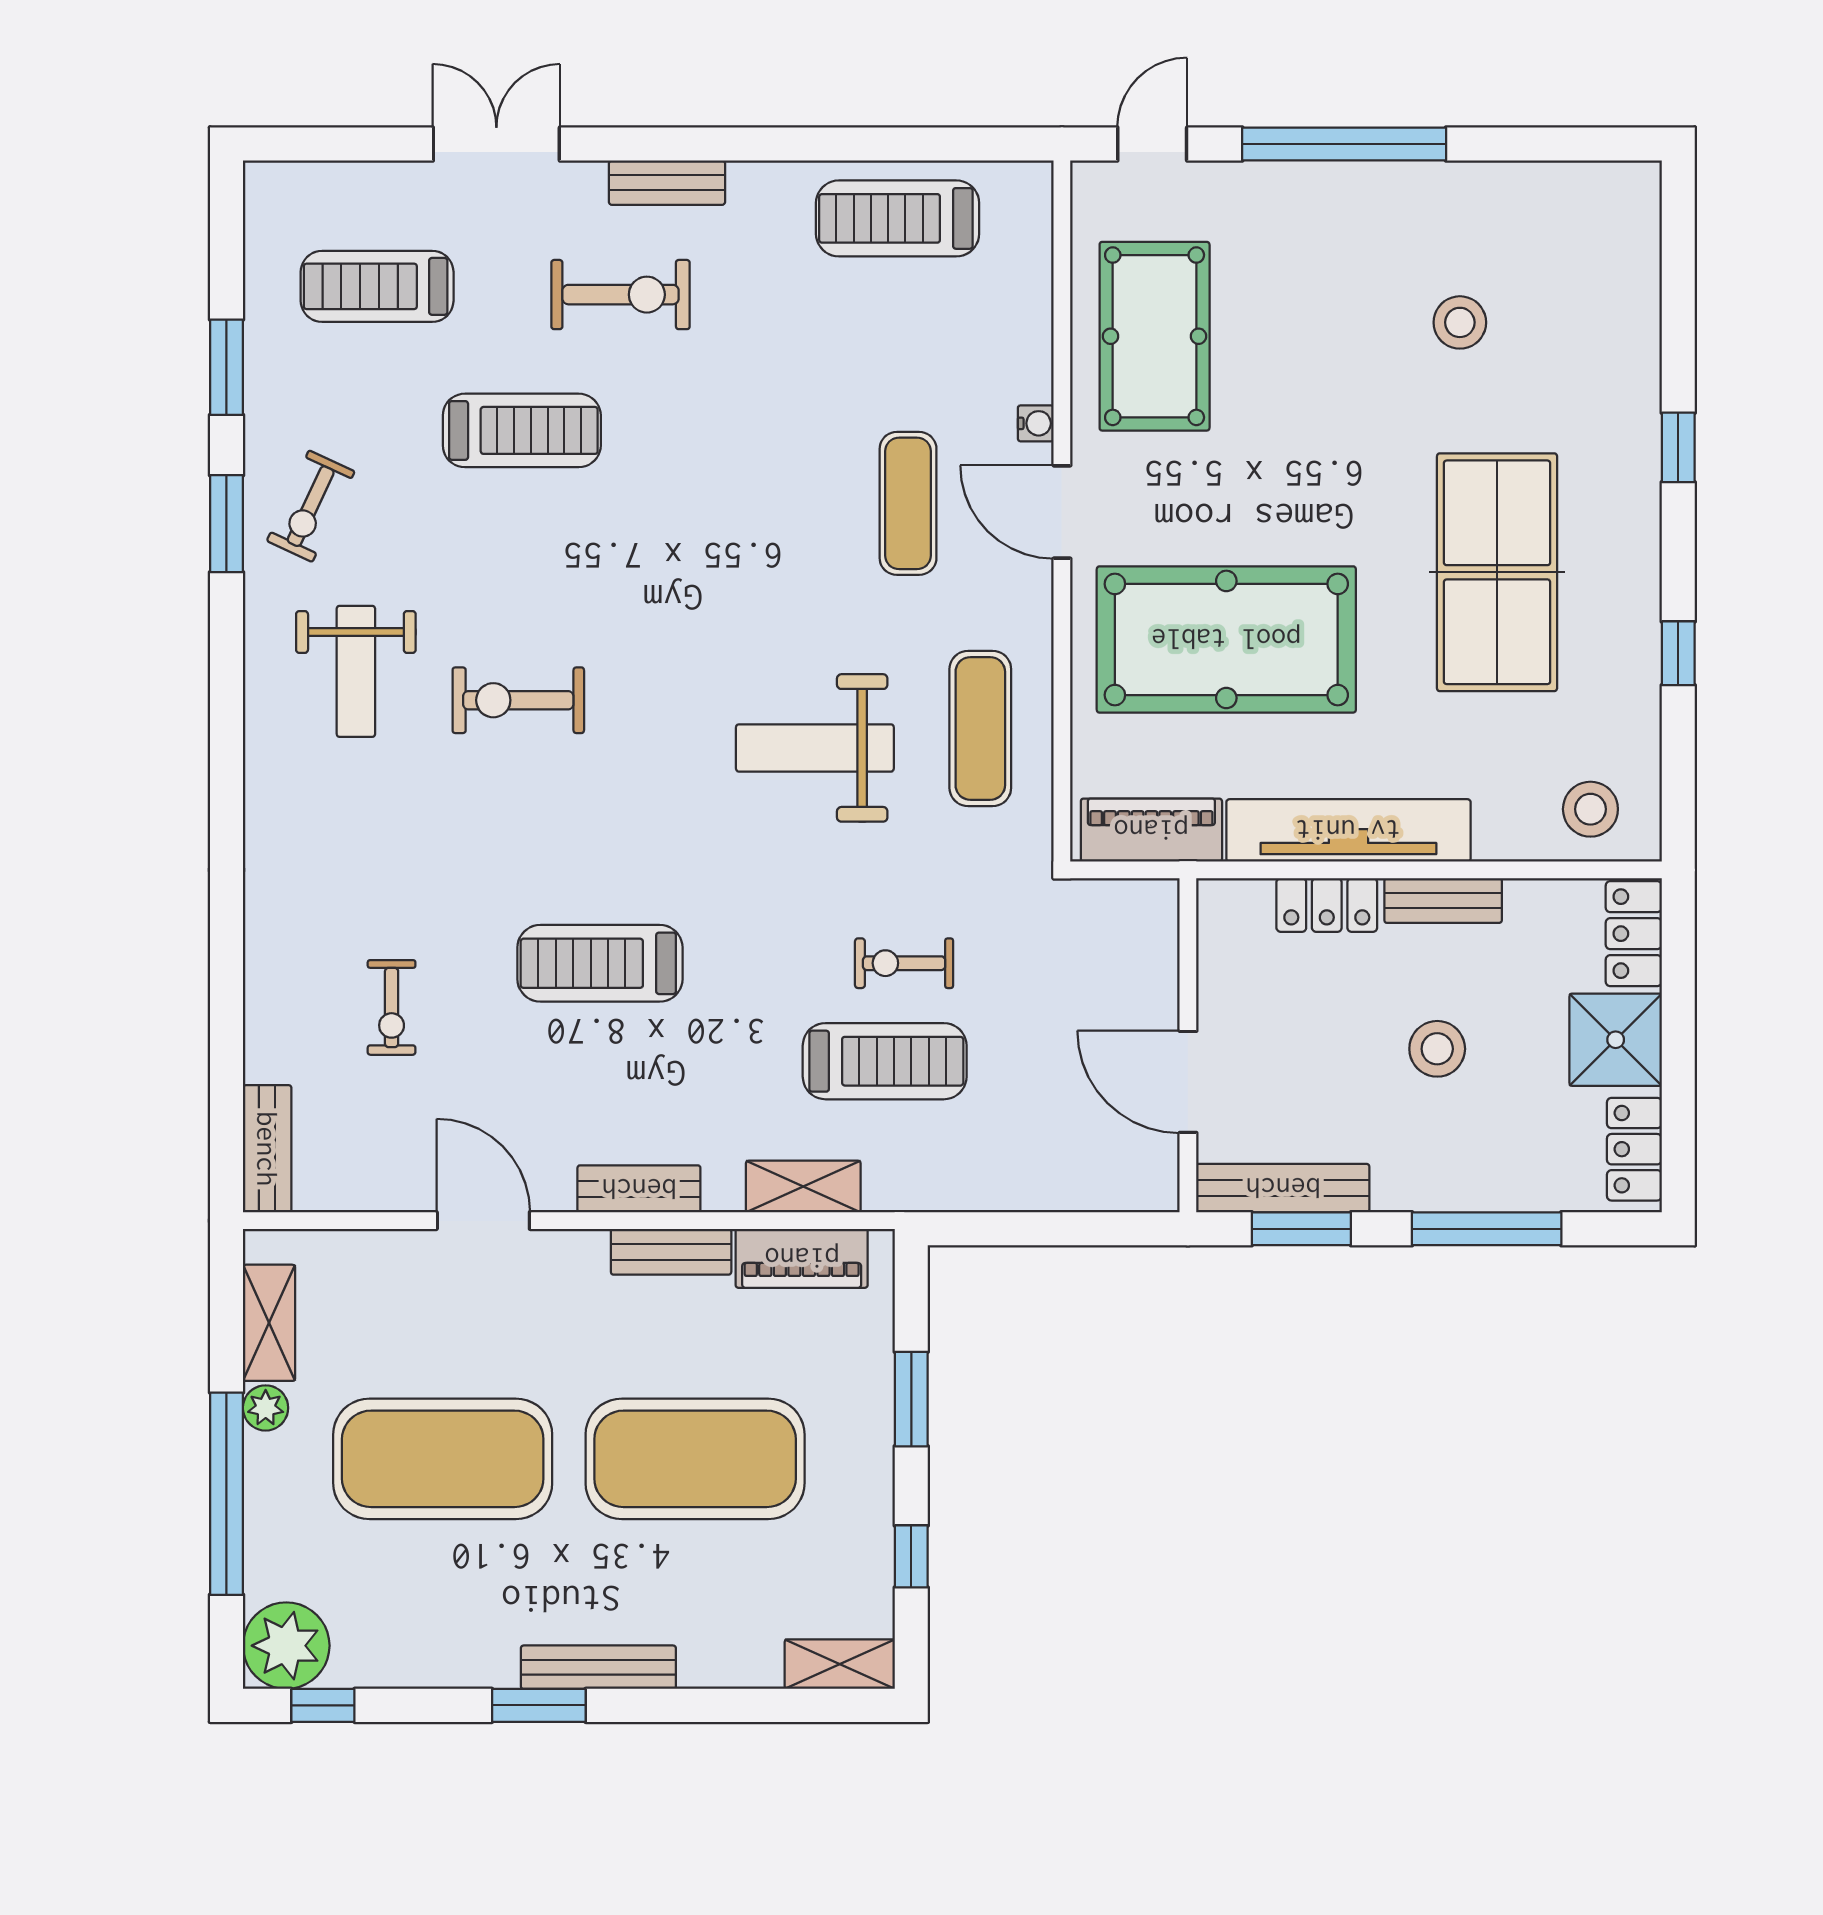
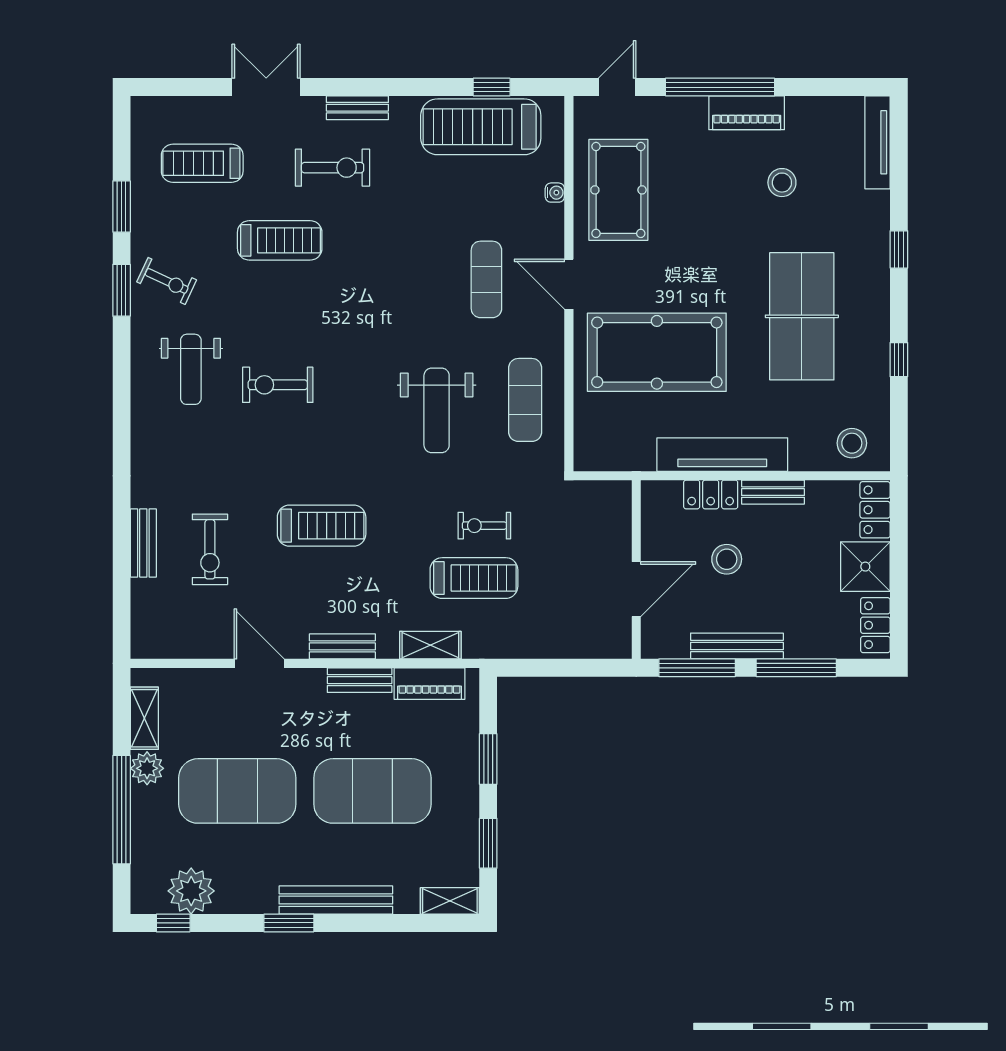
window: (918, 144) -> (492, 87), added
treadmill: (898, 218) -> (481, 127), width x1.37, depth x1.38
tv unit: (1638, 247) -> (877, 142), added
water cooler: (1036, 423) -> (555, 193), moved
exercise bike: (311, 506) -> (167, 281), turned -90
weight bench: (815, 748) -> (437, 410), turned -90
piano: (1151, 830) -> (747, 113), moved, turned 180
treadmill: (600, 963) -> (322, 526), turned 180
exercise bike: (392, 1007) -> (210, 549), width x1.38, depth x1.39
stool: (1437, 1049) -> (727, 559), moved
door: (1188, 1082) -> (636, 589), swing flipped
bench: (267, 1149) -> (143, 543), moved
bench: (1283, 1188) -> (737, 646), moved
window: (1301, 1229) -> (697, 668), width x1.44
plant: (266, 1408) -> (147, 768), width x1.38, depth x1.38
window: (911, 1556) -> (488, 843), width x1.50
plant: (286, 1646) -> (191, 891), moved
bench: (598, 1667) -> (336, 900), width x1.37, depth x1.21

